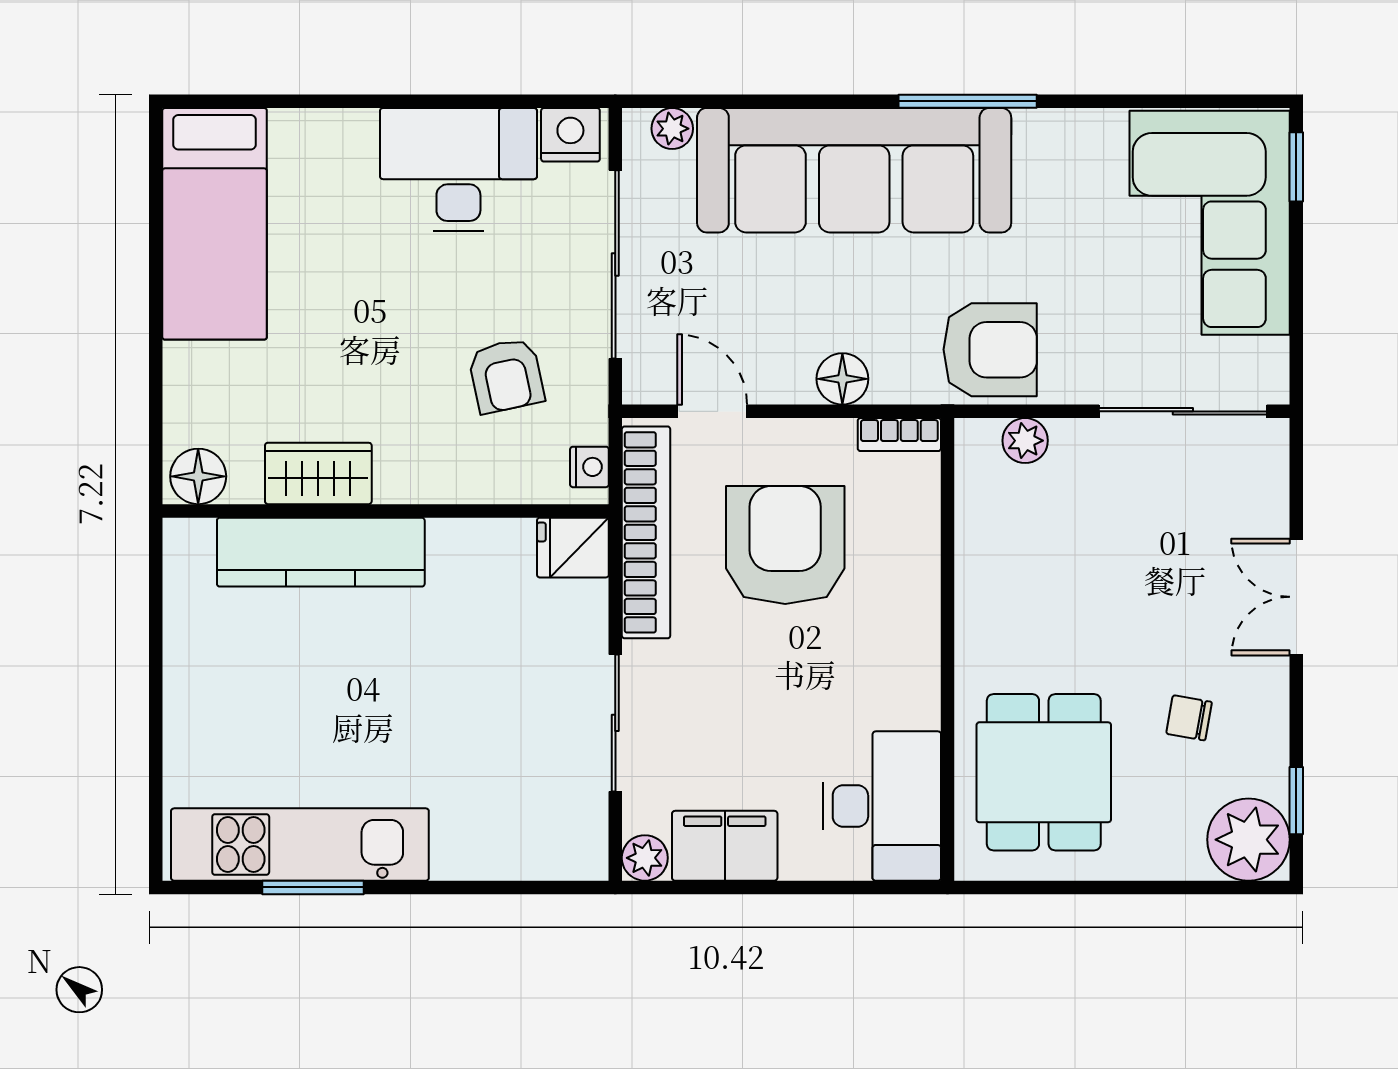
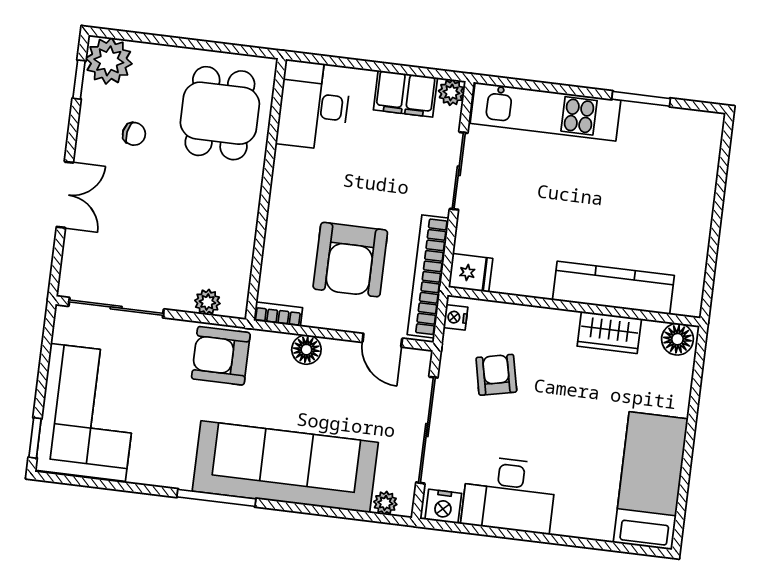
kitchen unit: (300, 845) -> (546, 112), moved

